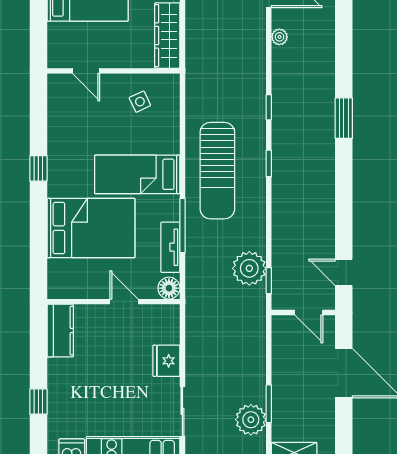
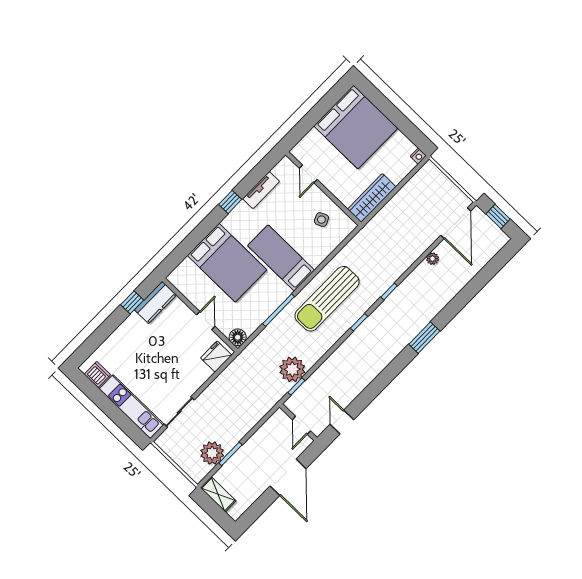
tv unit: (170, 247) -> (261, 190), moved, turned 180
fridge: (166, 361) -> (216, 356), moved
window: (38, 402) -> (132, 302), moved

